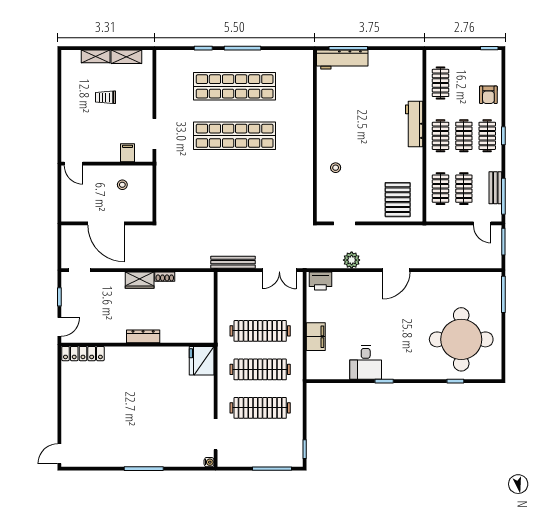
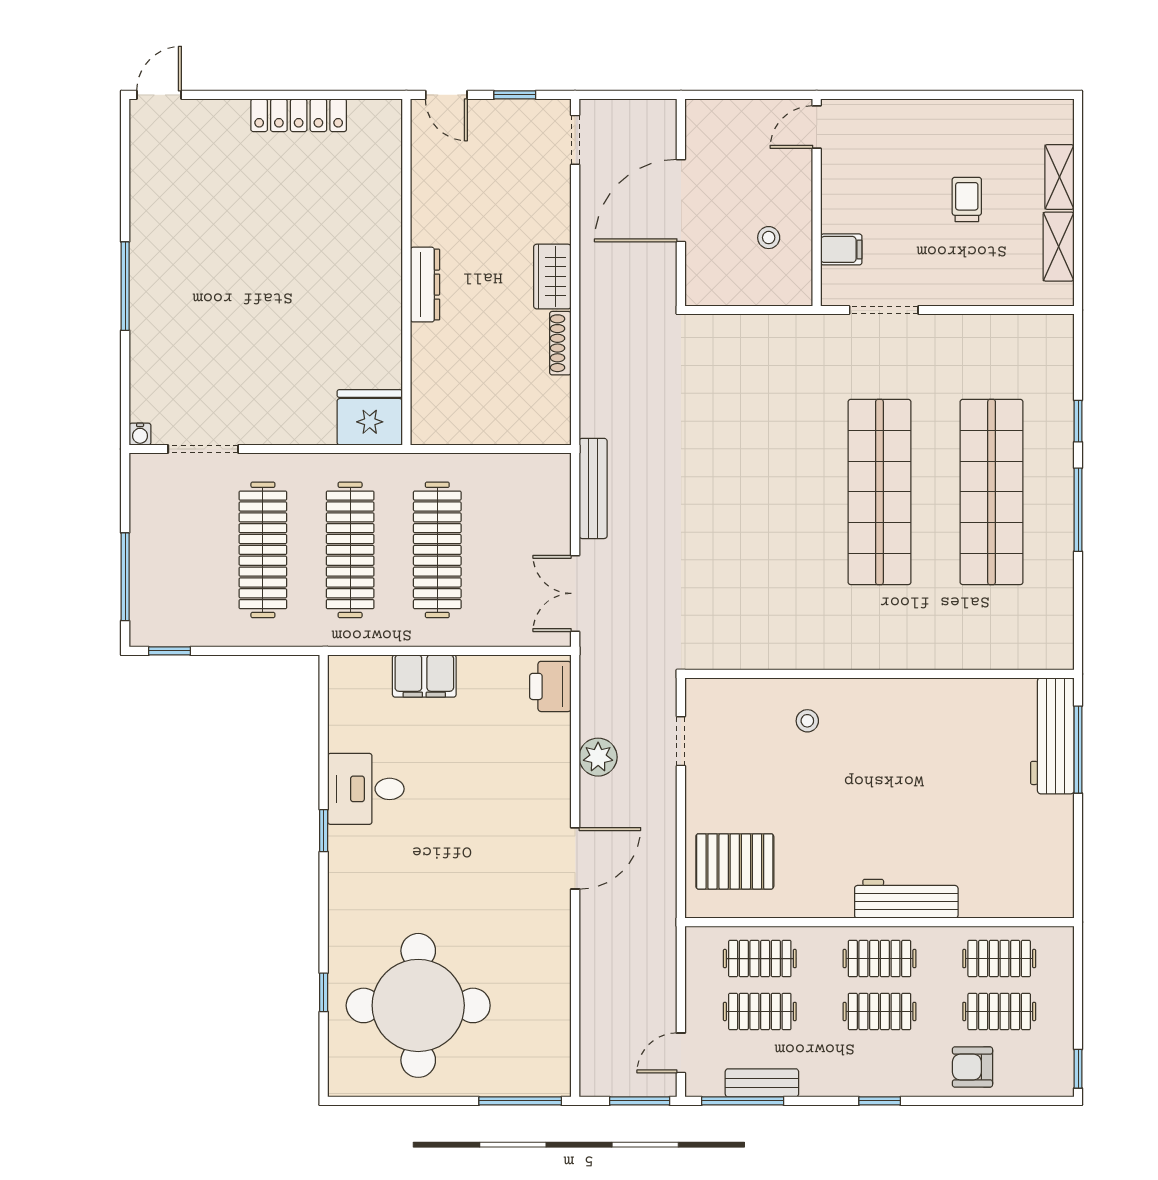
clothes rail: (487, 136) -> (999, 1011), moved
door: (396, 270) -> (575, 858), swing flipped
shoe rack: (165, 277) -> (560, 343), width x1.43
locker: (83, 354) -> (299, 115), moved, turned -90
door: (59, 454) -> (159, 95), hinge flipped

